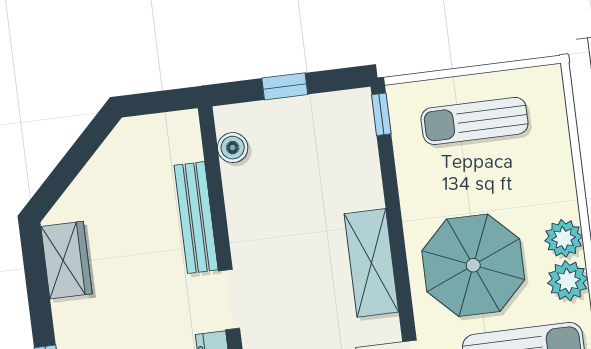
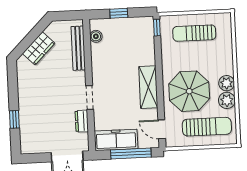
bench: (196, 218) -> (78, 48), moved
wardrobe: (67, 260) -> (39, 48), moved, turned 45

